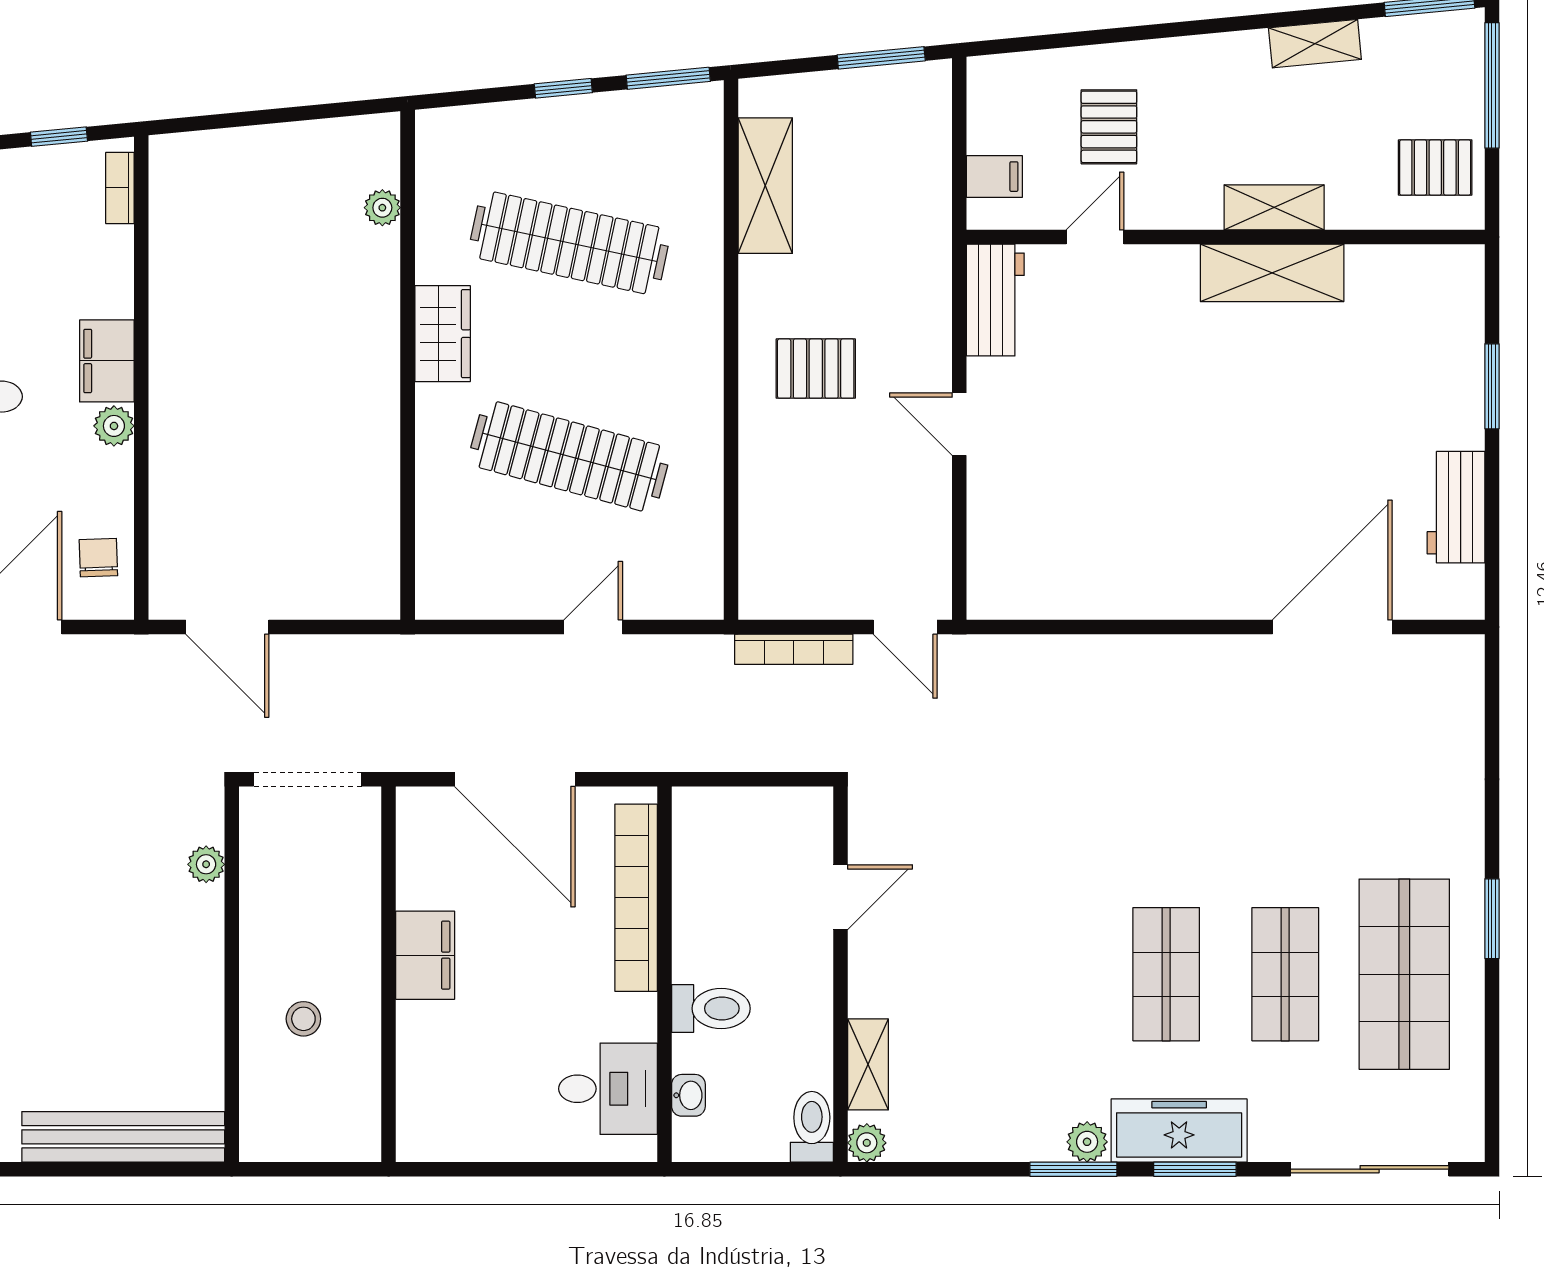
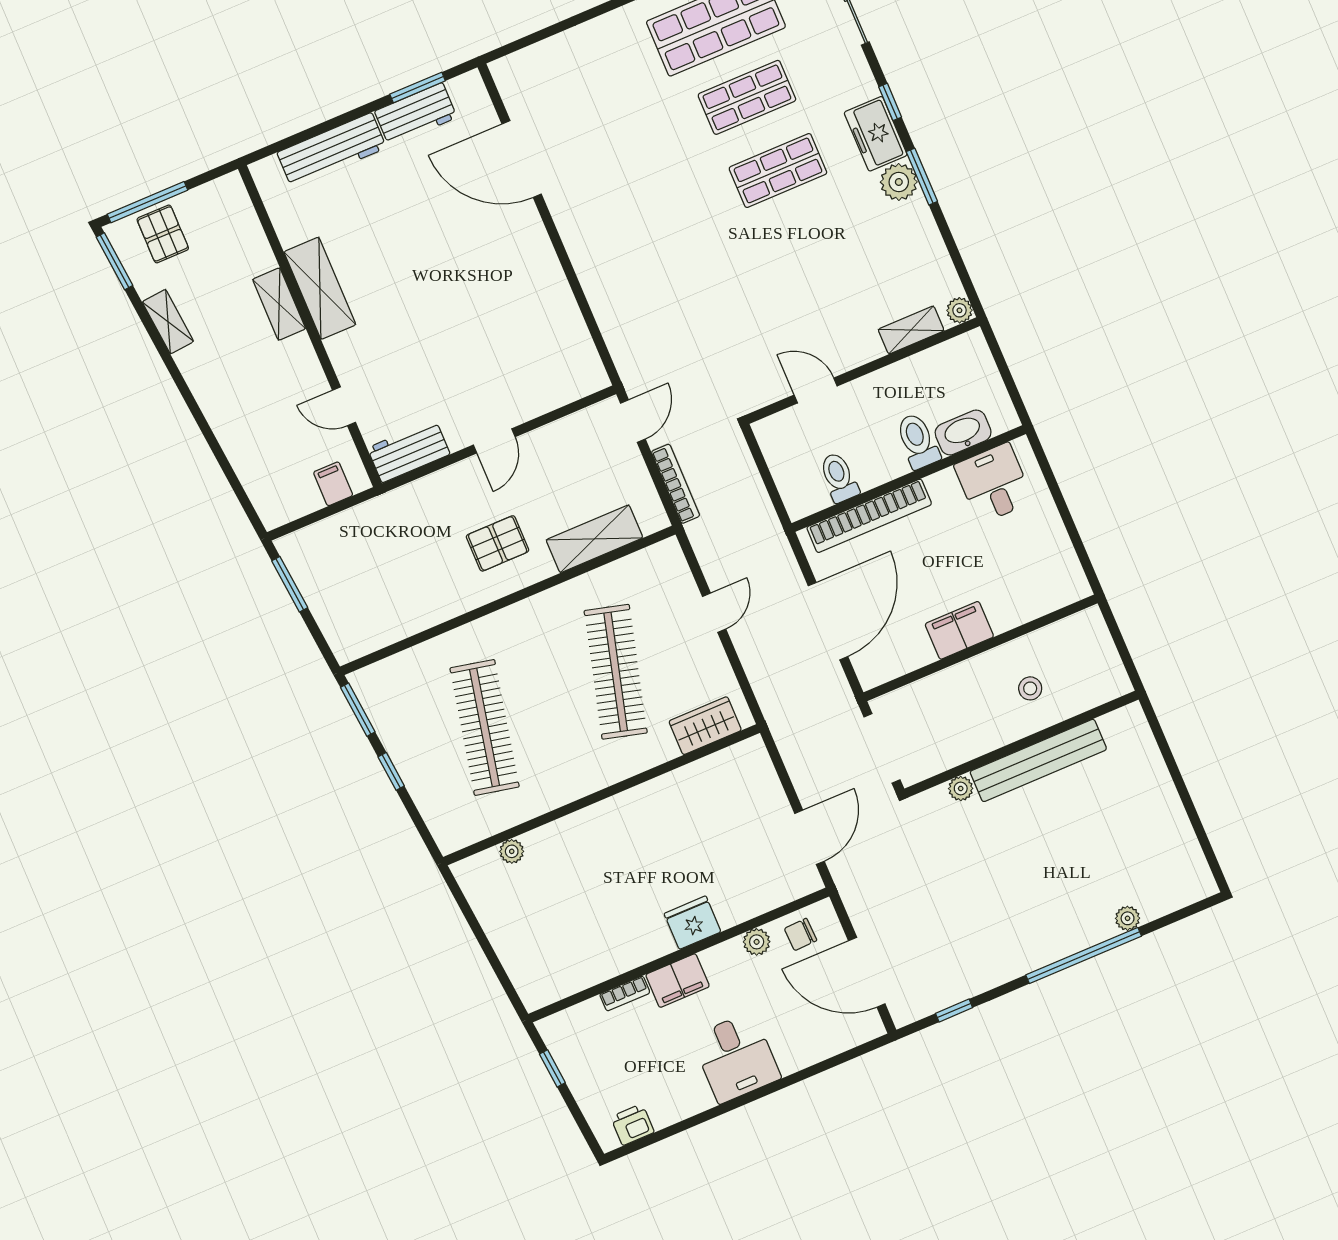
pallet: (1109, 127) -> (273, 426), removed
pallet: (1435, 168) -> (163, 234), moved
shelving: (765, 186) -> (594, 539), moved
bookcase: (120, 188) -> (625, 993), moved
wardrobe: (443, 334) -> (705, 726), moved
pallet: (816, 369) -> (498, 543), turned 90
workbench: (1456, 370) -> (332, 150), added
window: (1492, 386) -> (418, 87), moved
fridge: (178, 416) -> (693, 923), added
plant: (114, 426) -> (757, 942), moved
door: (593, 627) -> (714, 613), swing flipped
washbasin: (688, 1095) -> (963, 433), width x1.91, depth x1.45
toilet: (812, 1127) -> (839, 477), moved, turned 90
freezer: (1179, 1130) -> (876, 134), width x0.71
bench: (123, 1137) -> (1038, 760), moved, turned 90
plant: (1087, 1142) -> (899, 182), width x1.38, depth x1.38
window: (1195, 1169) -> (890, 102), width x0.67

